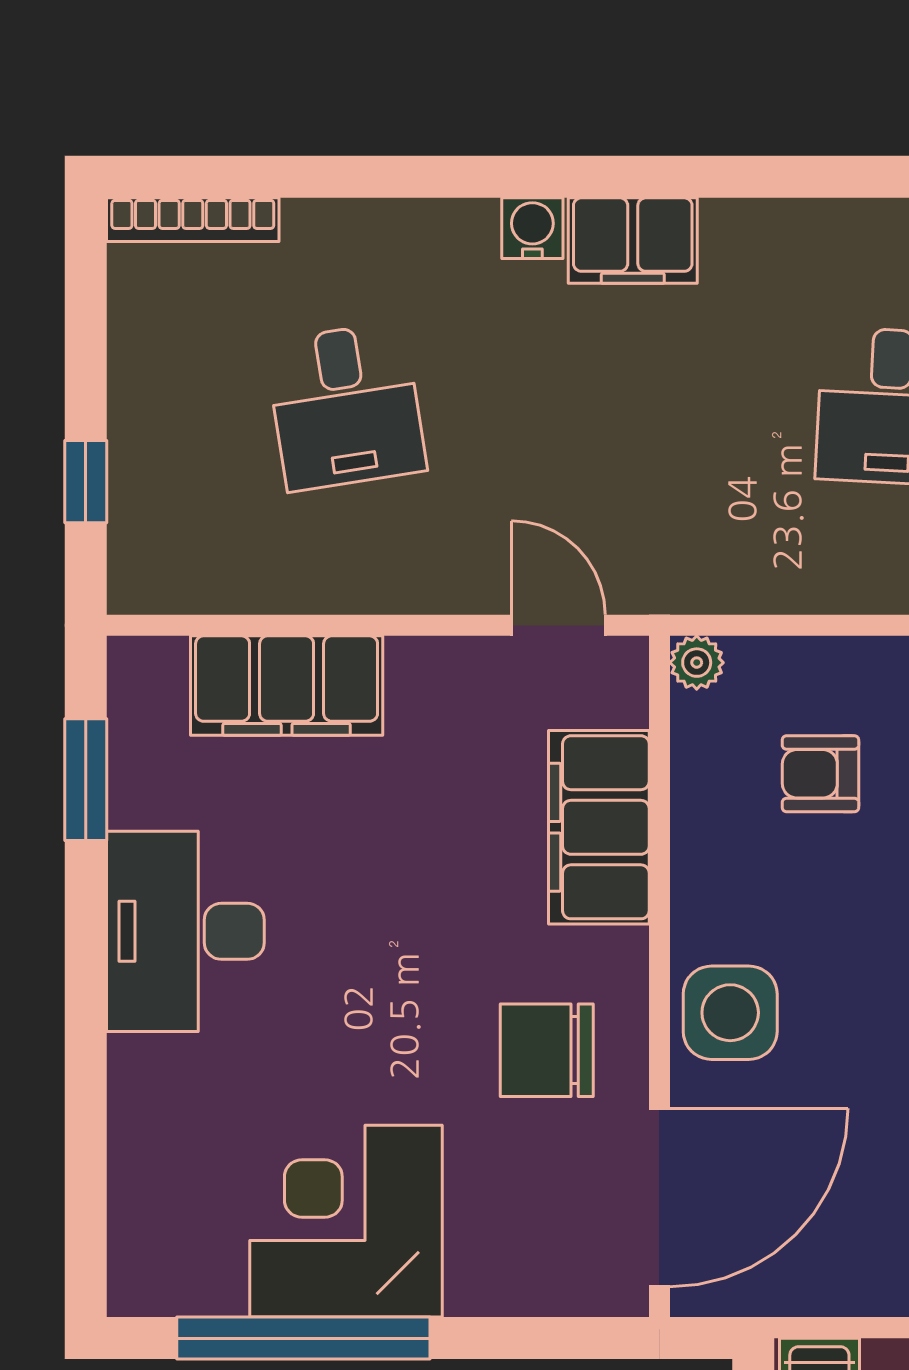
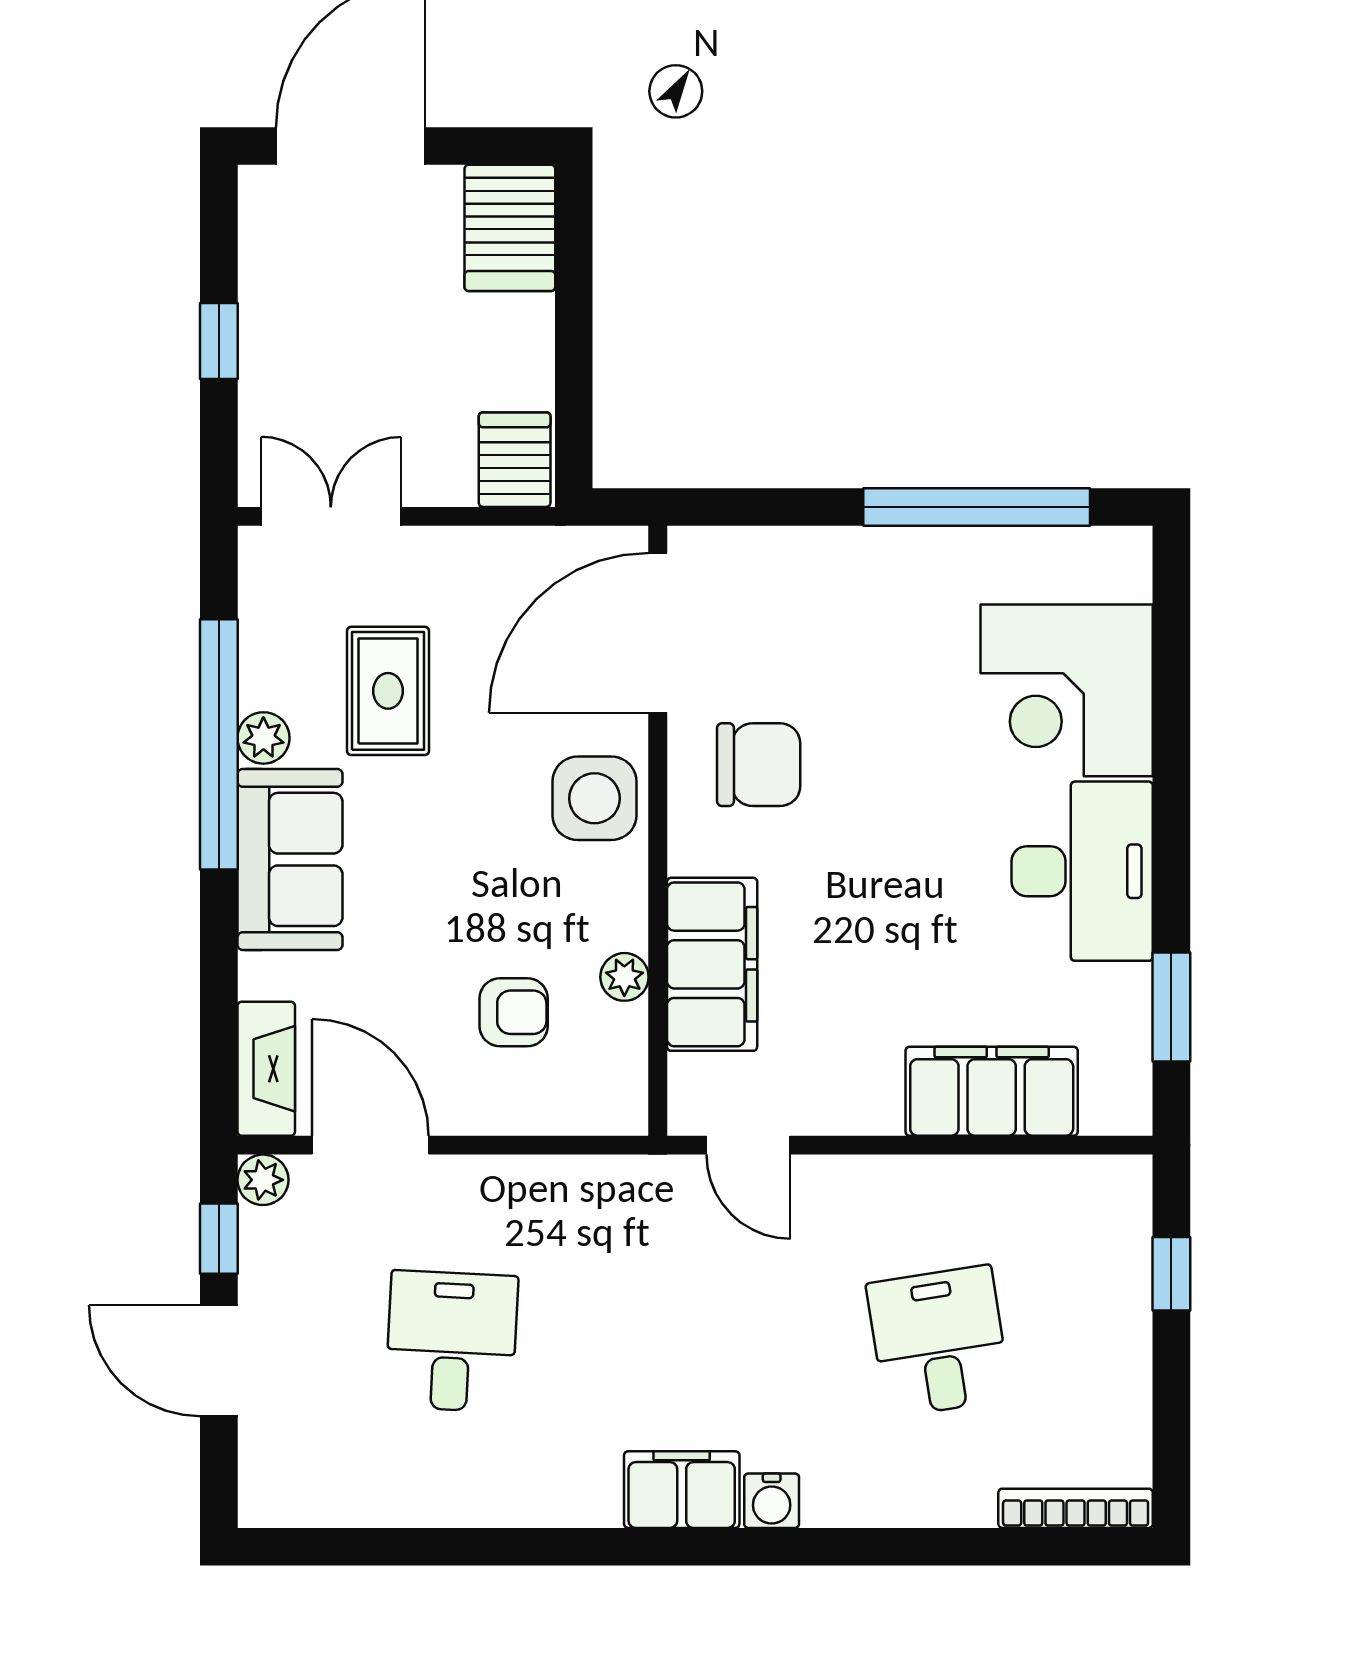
plant: (697, 663) -> (624, 977), moved
corner desk: (346, 1221) -> (1067, 690), moved, turned 90

